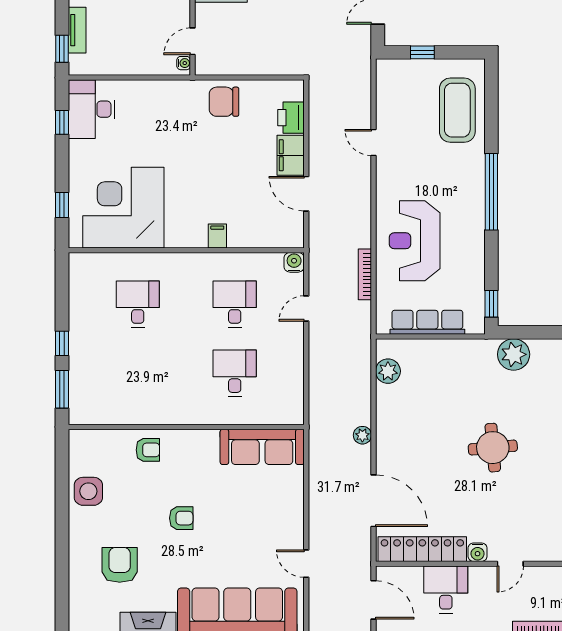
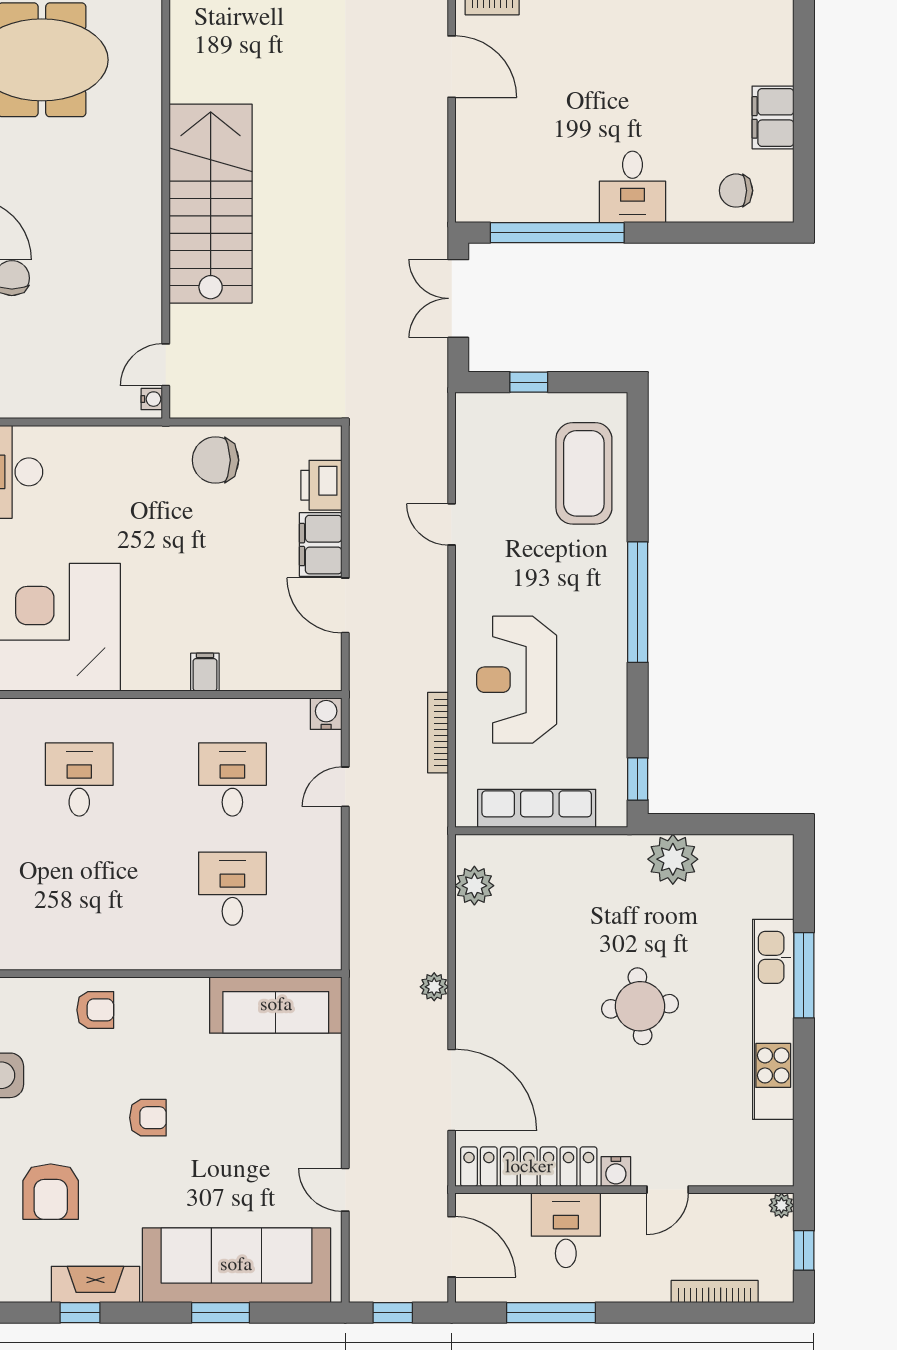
armchair: (120, 565) -> (51, 1192), turned 180

